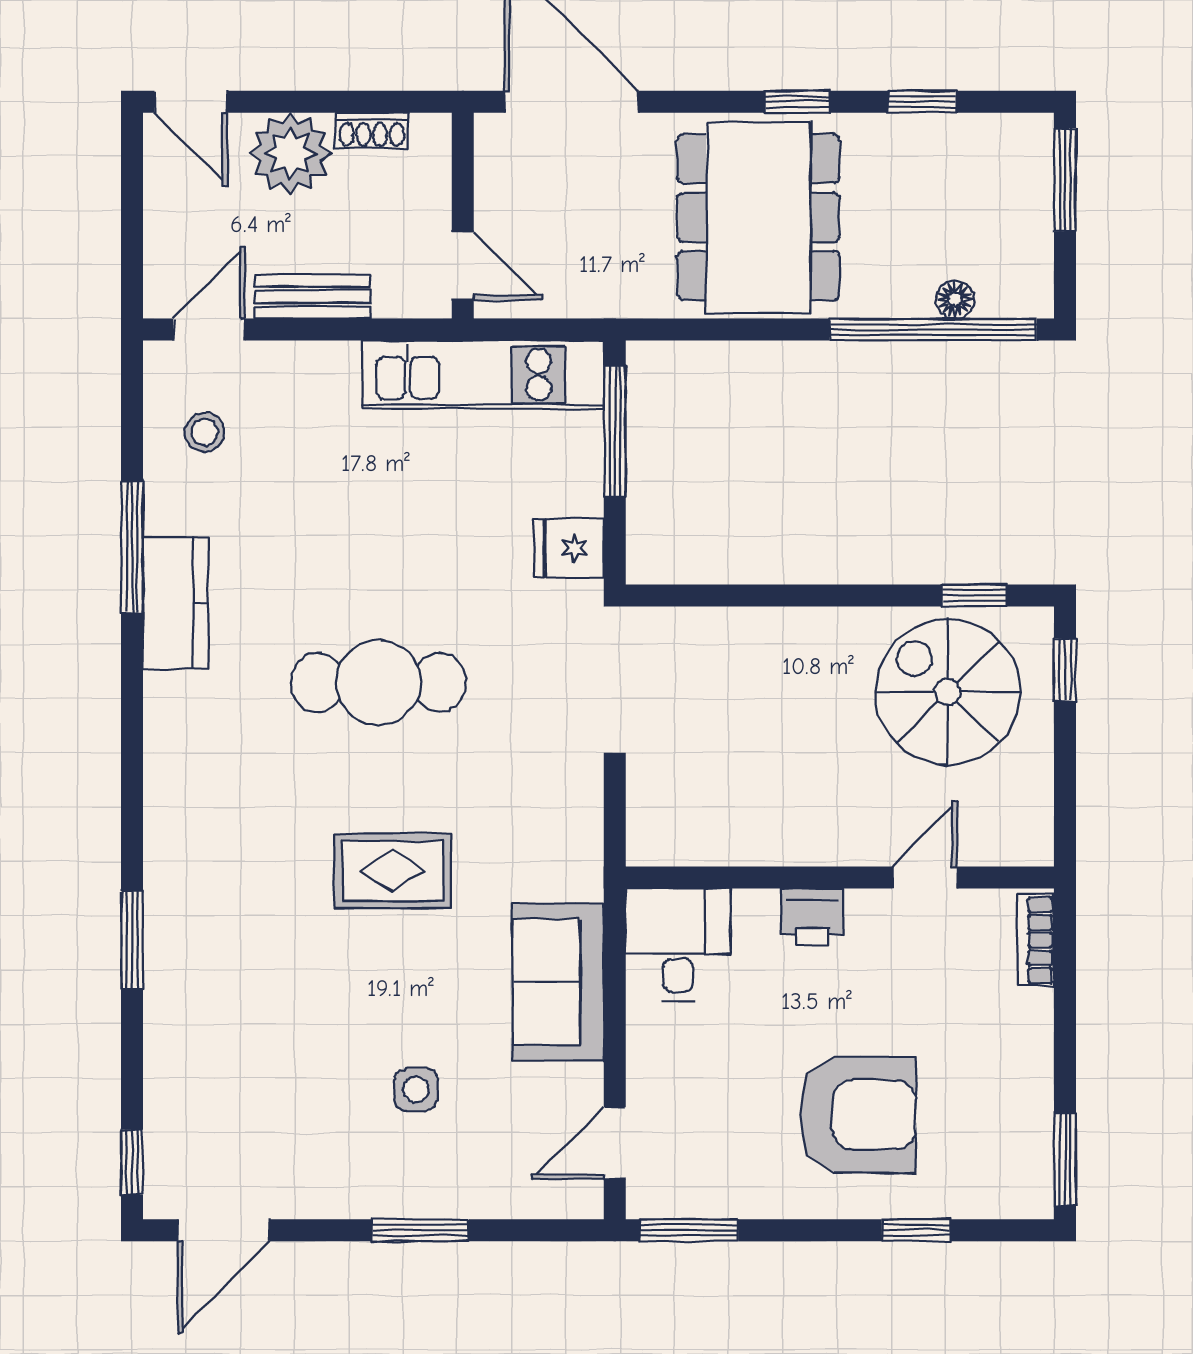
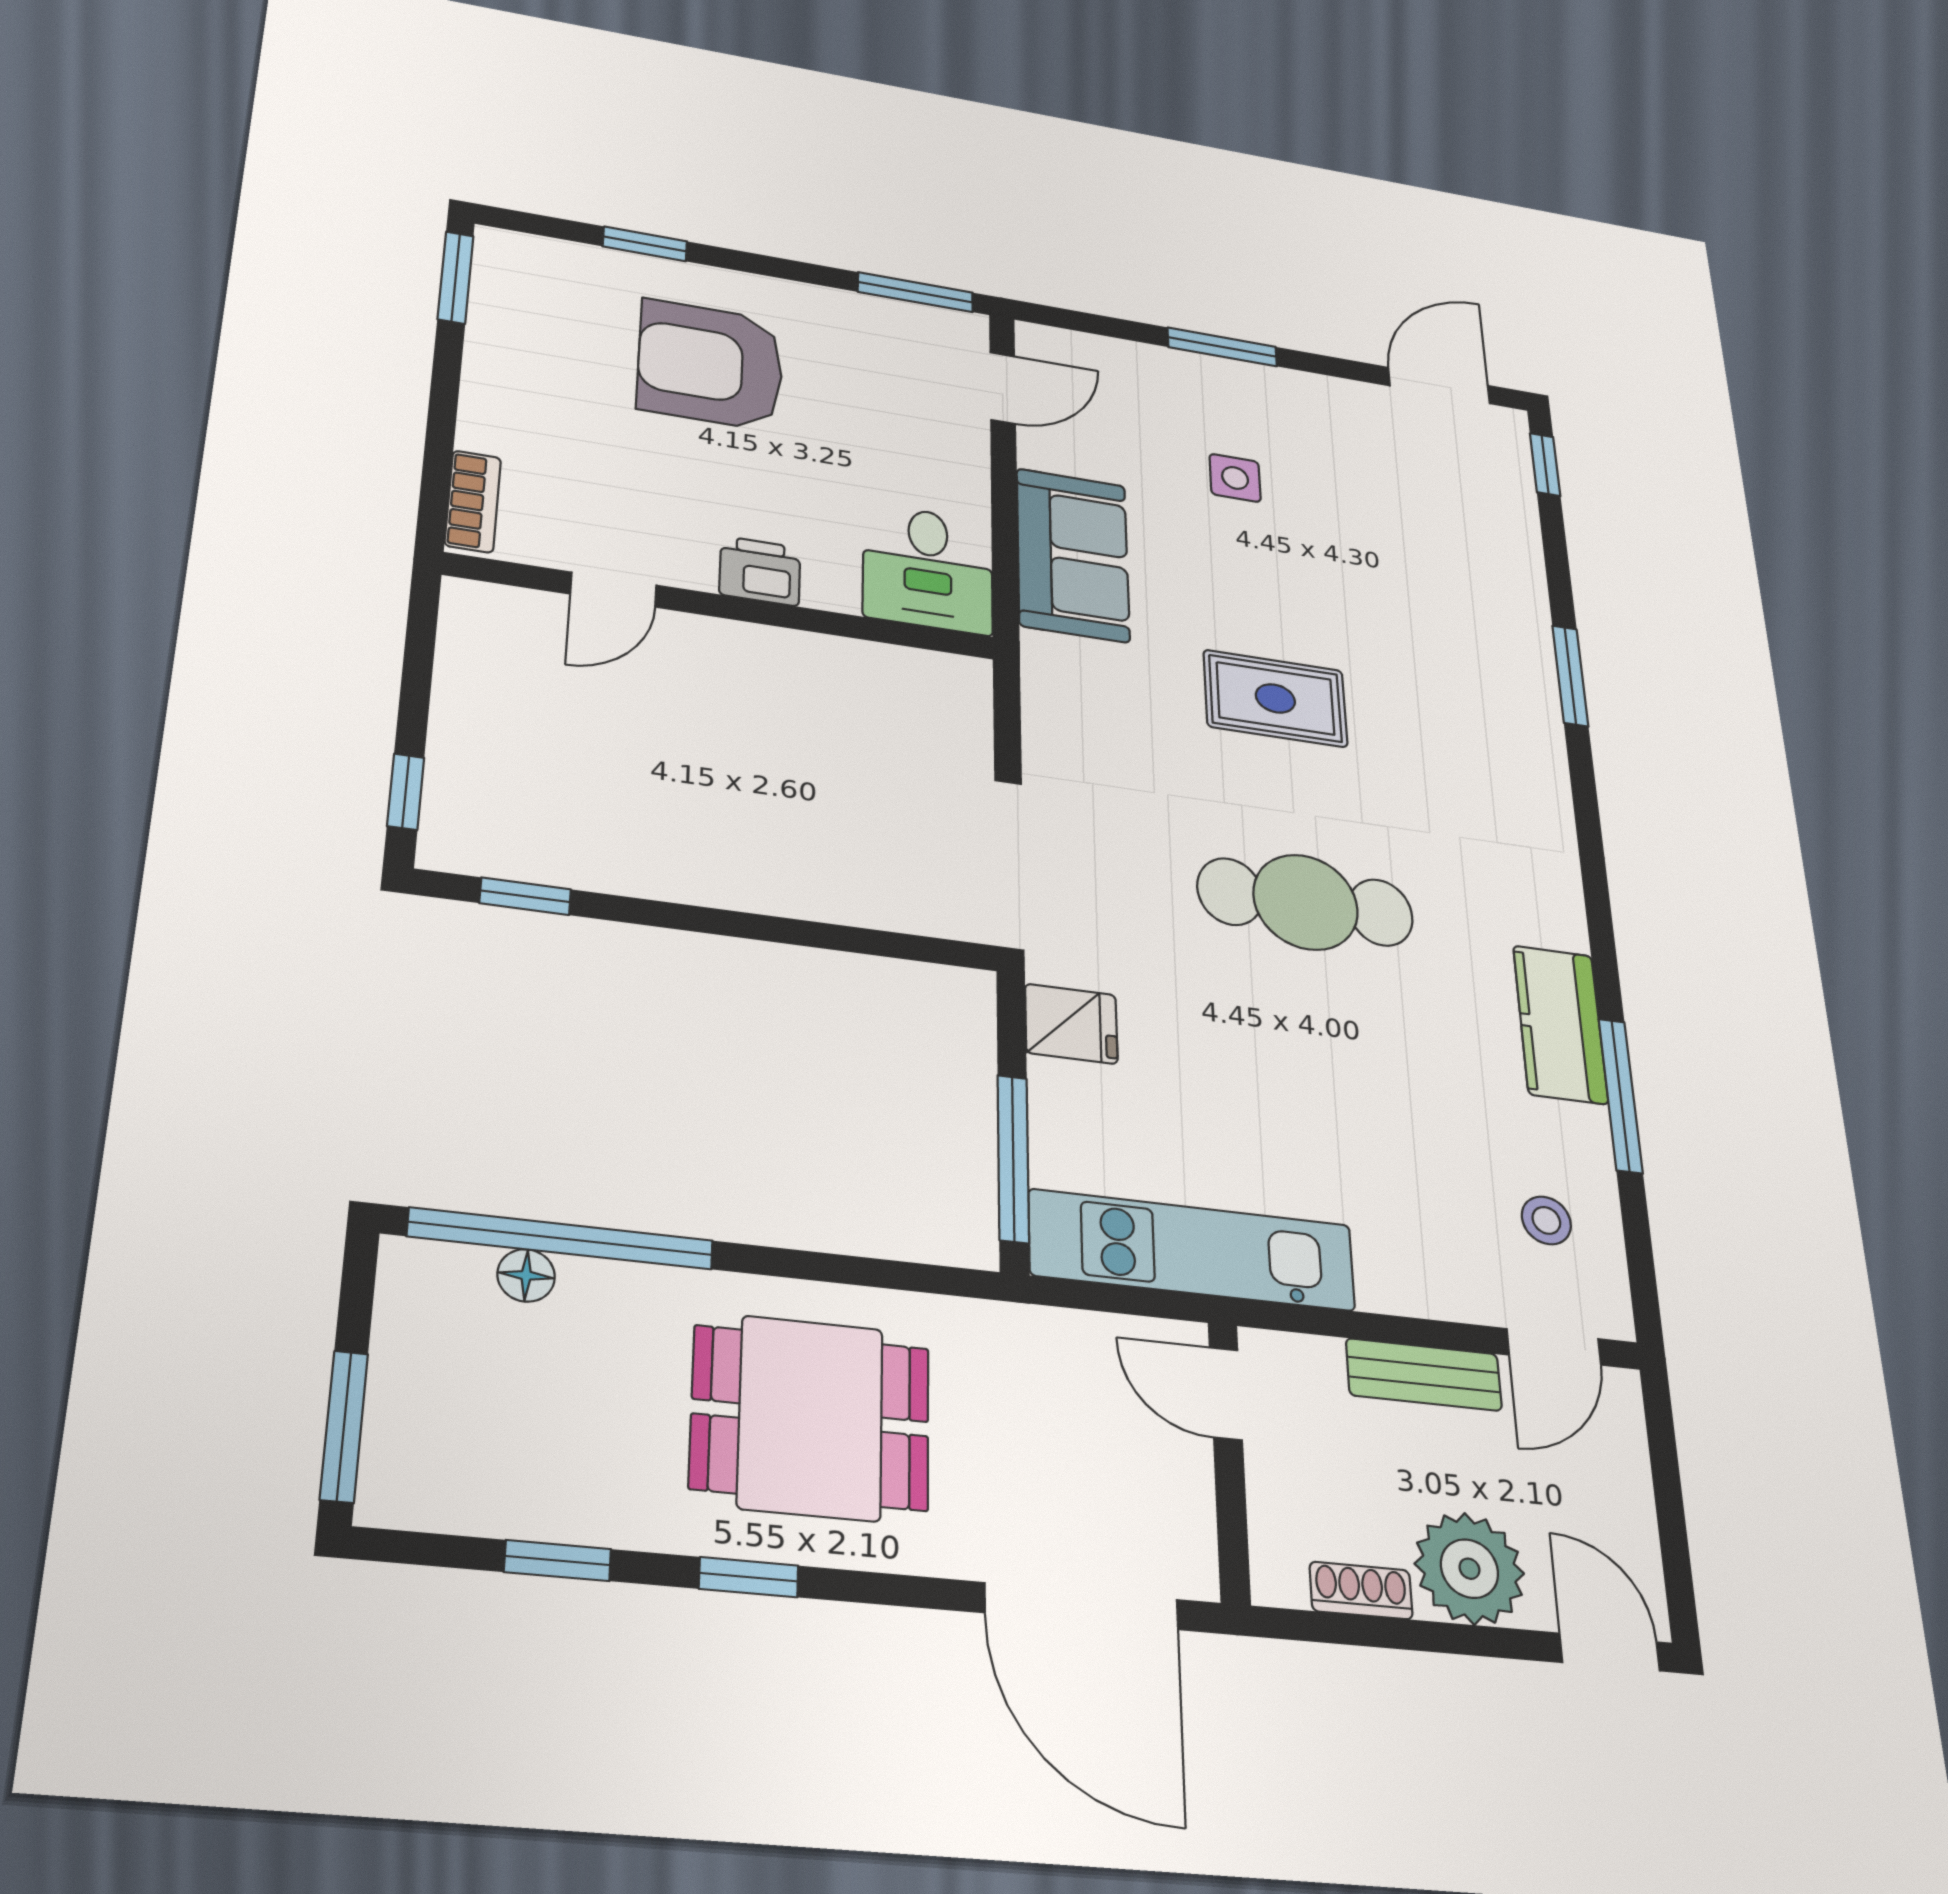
dining table: (758, 217) -> (811, 1418), width x0.73
spiral stairs: (948, 692) -> (570, 789), removed

